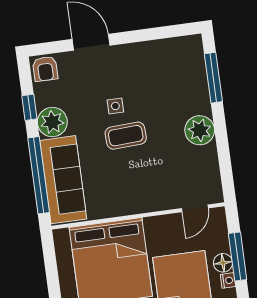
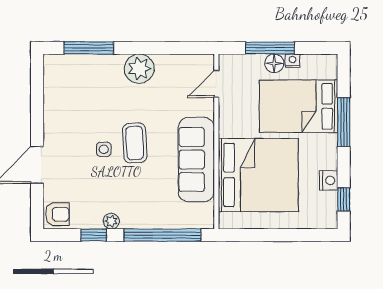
plant: (52, 122) -> (111, 221), width x0.53, depth x0.53
sofa: (63, 180) -> (196, 160), moved, turned -90
door: (195, 208) -> (216, 84), swing flipped

